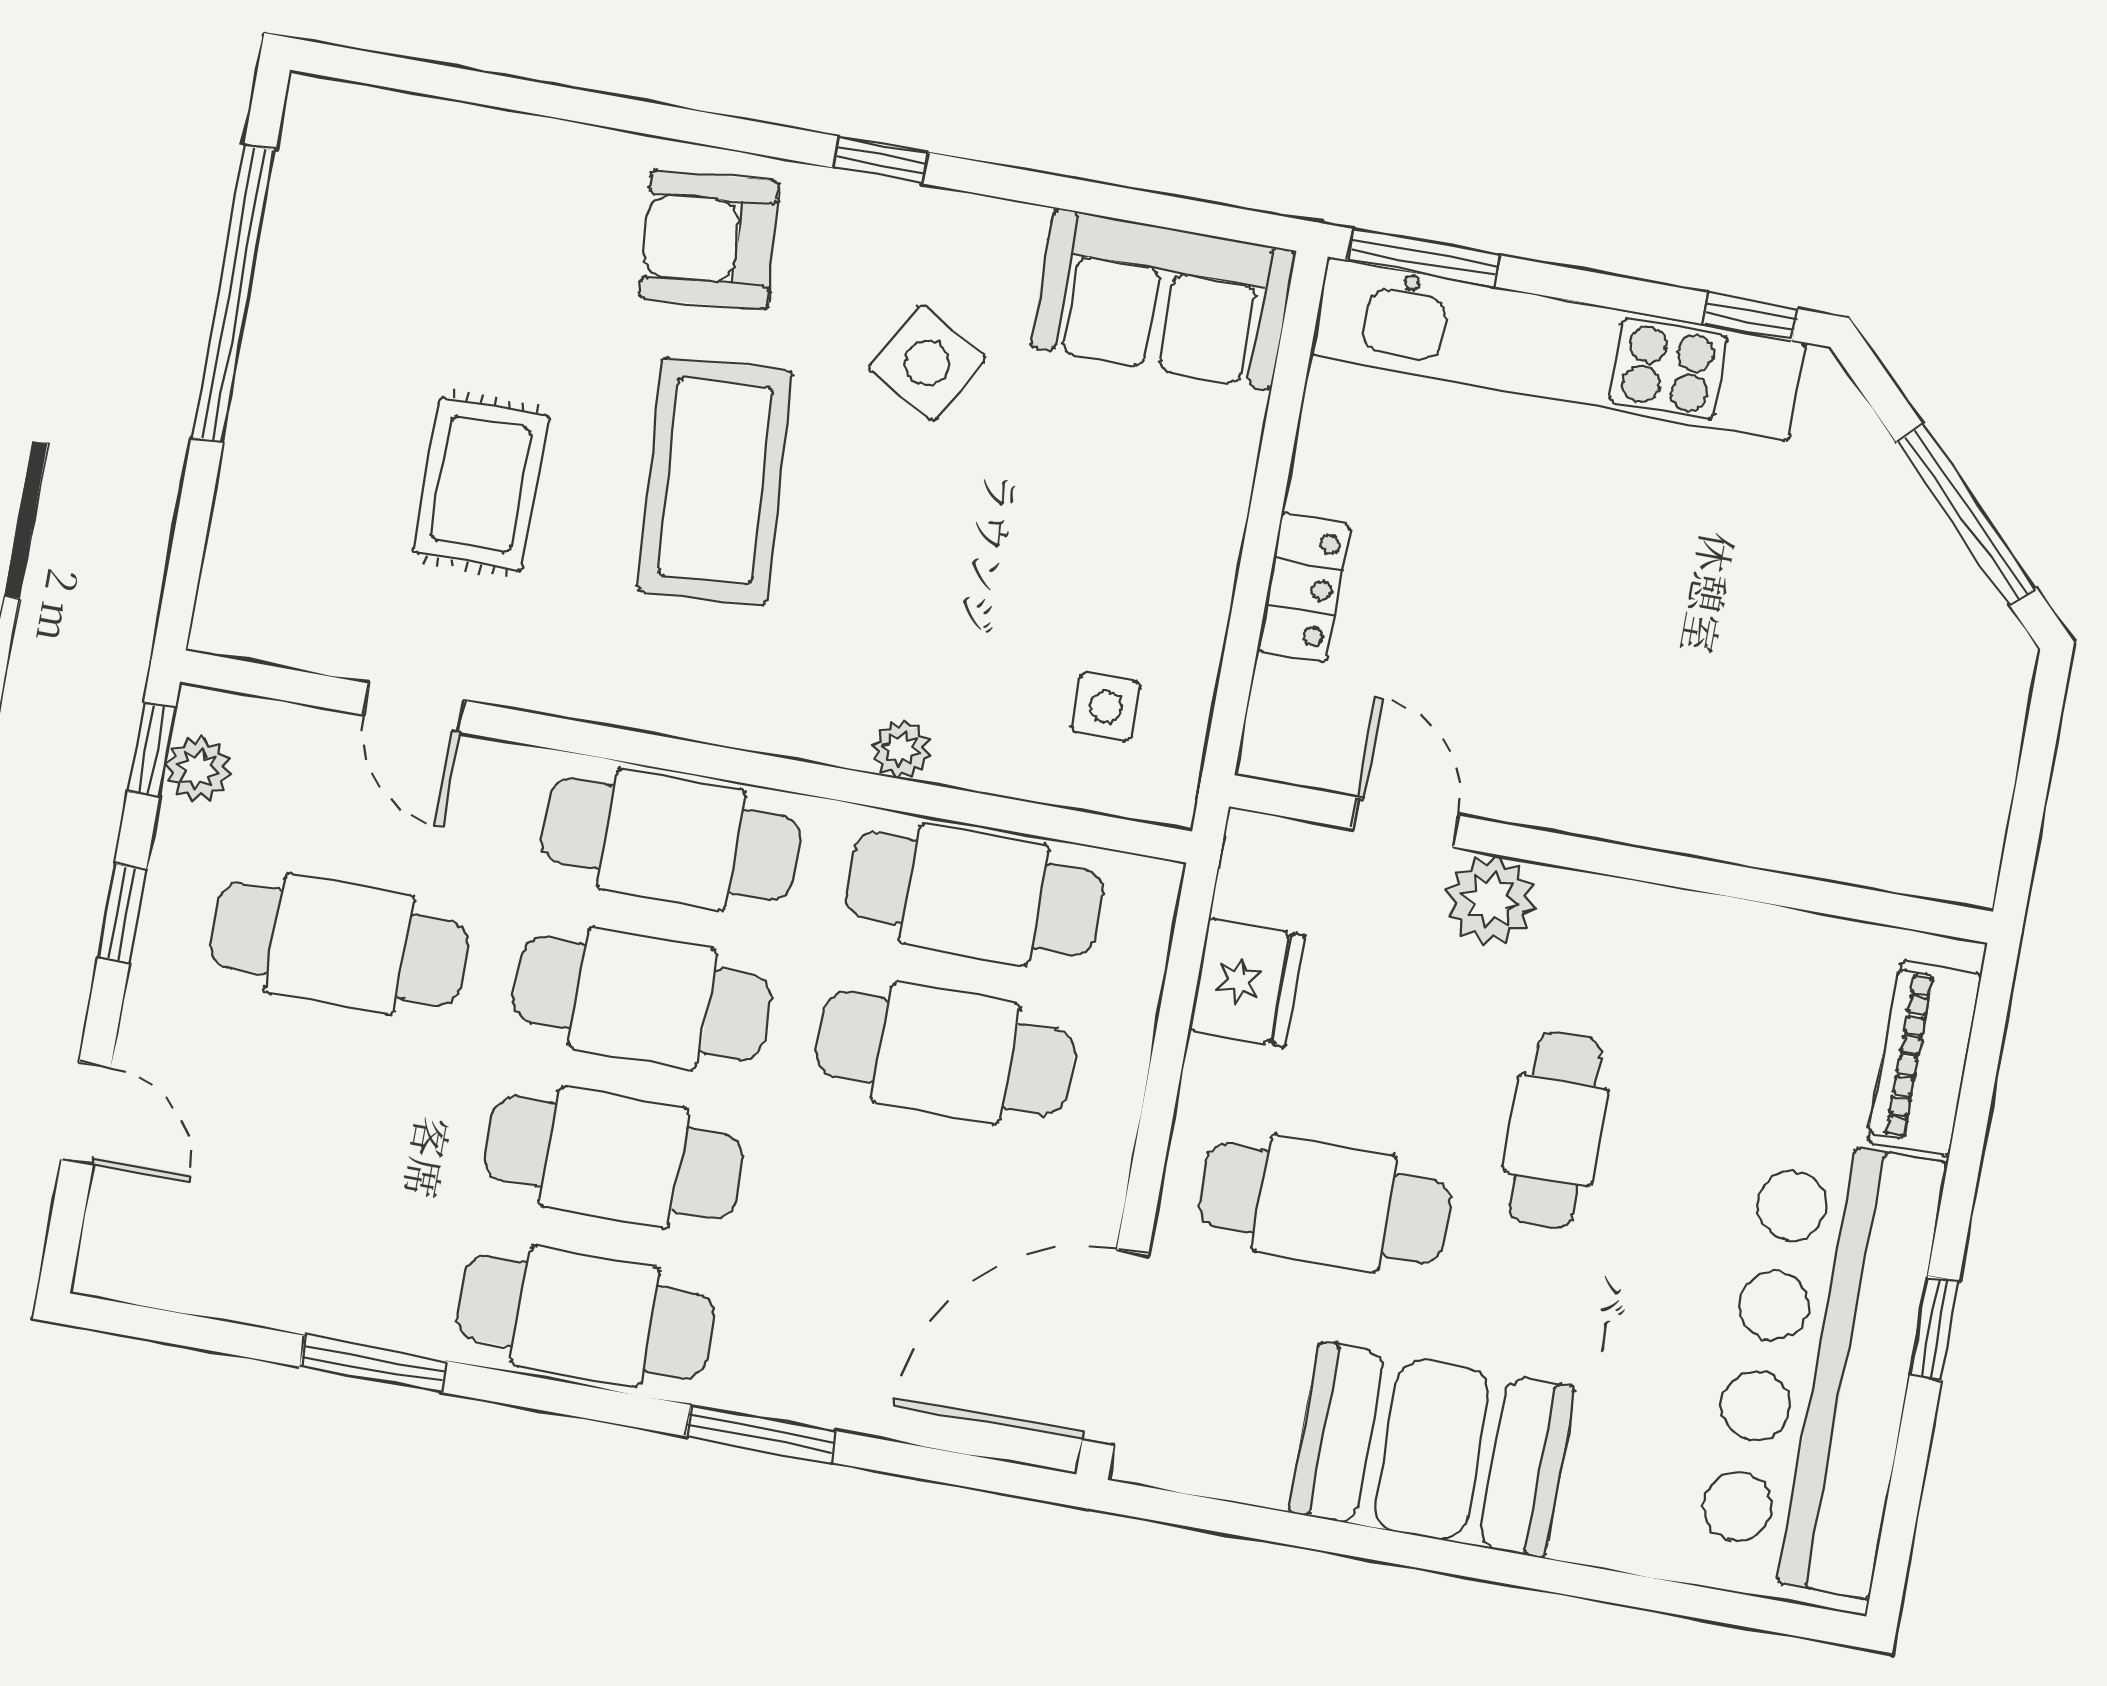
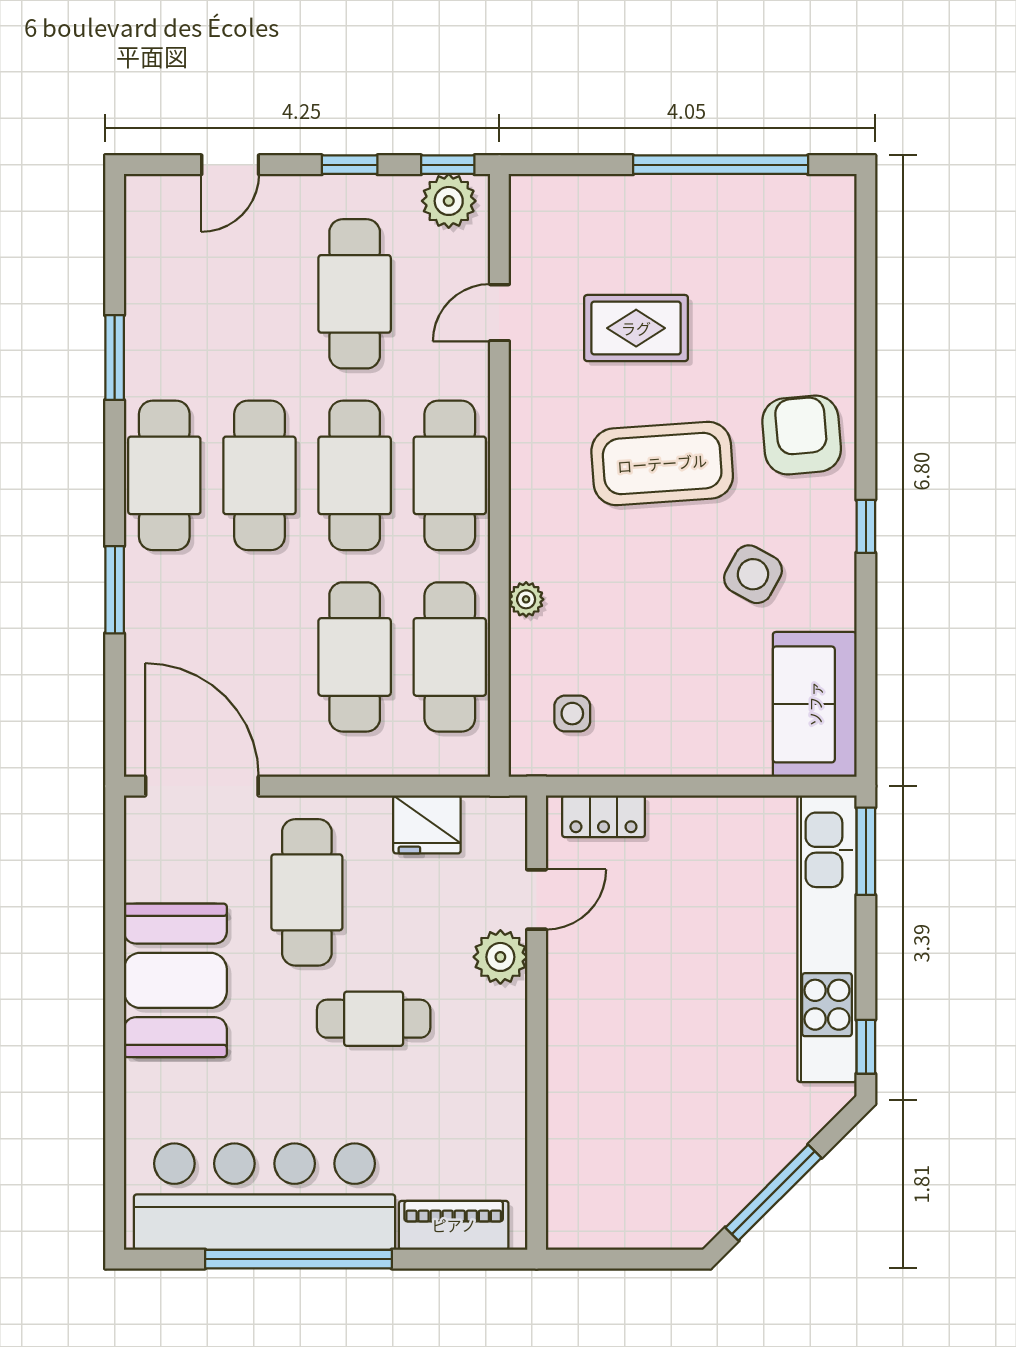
locker: (1304, 587) -> (603, 816), moved
plant: (198, 769) -> (449, 201), width x1.38, depth x1.38
window: (1934, 1328) -> (298, 1259), width x3.17

